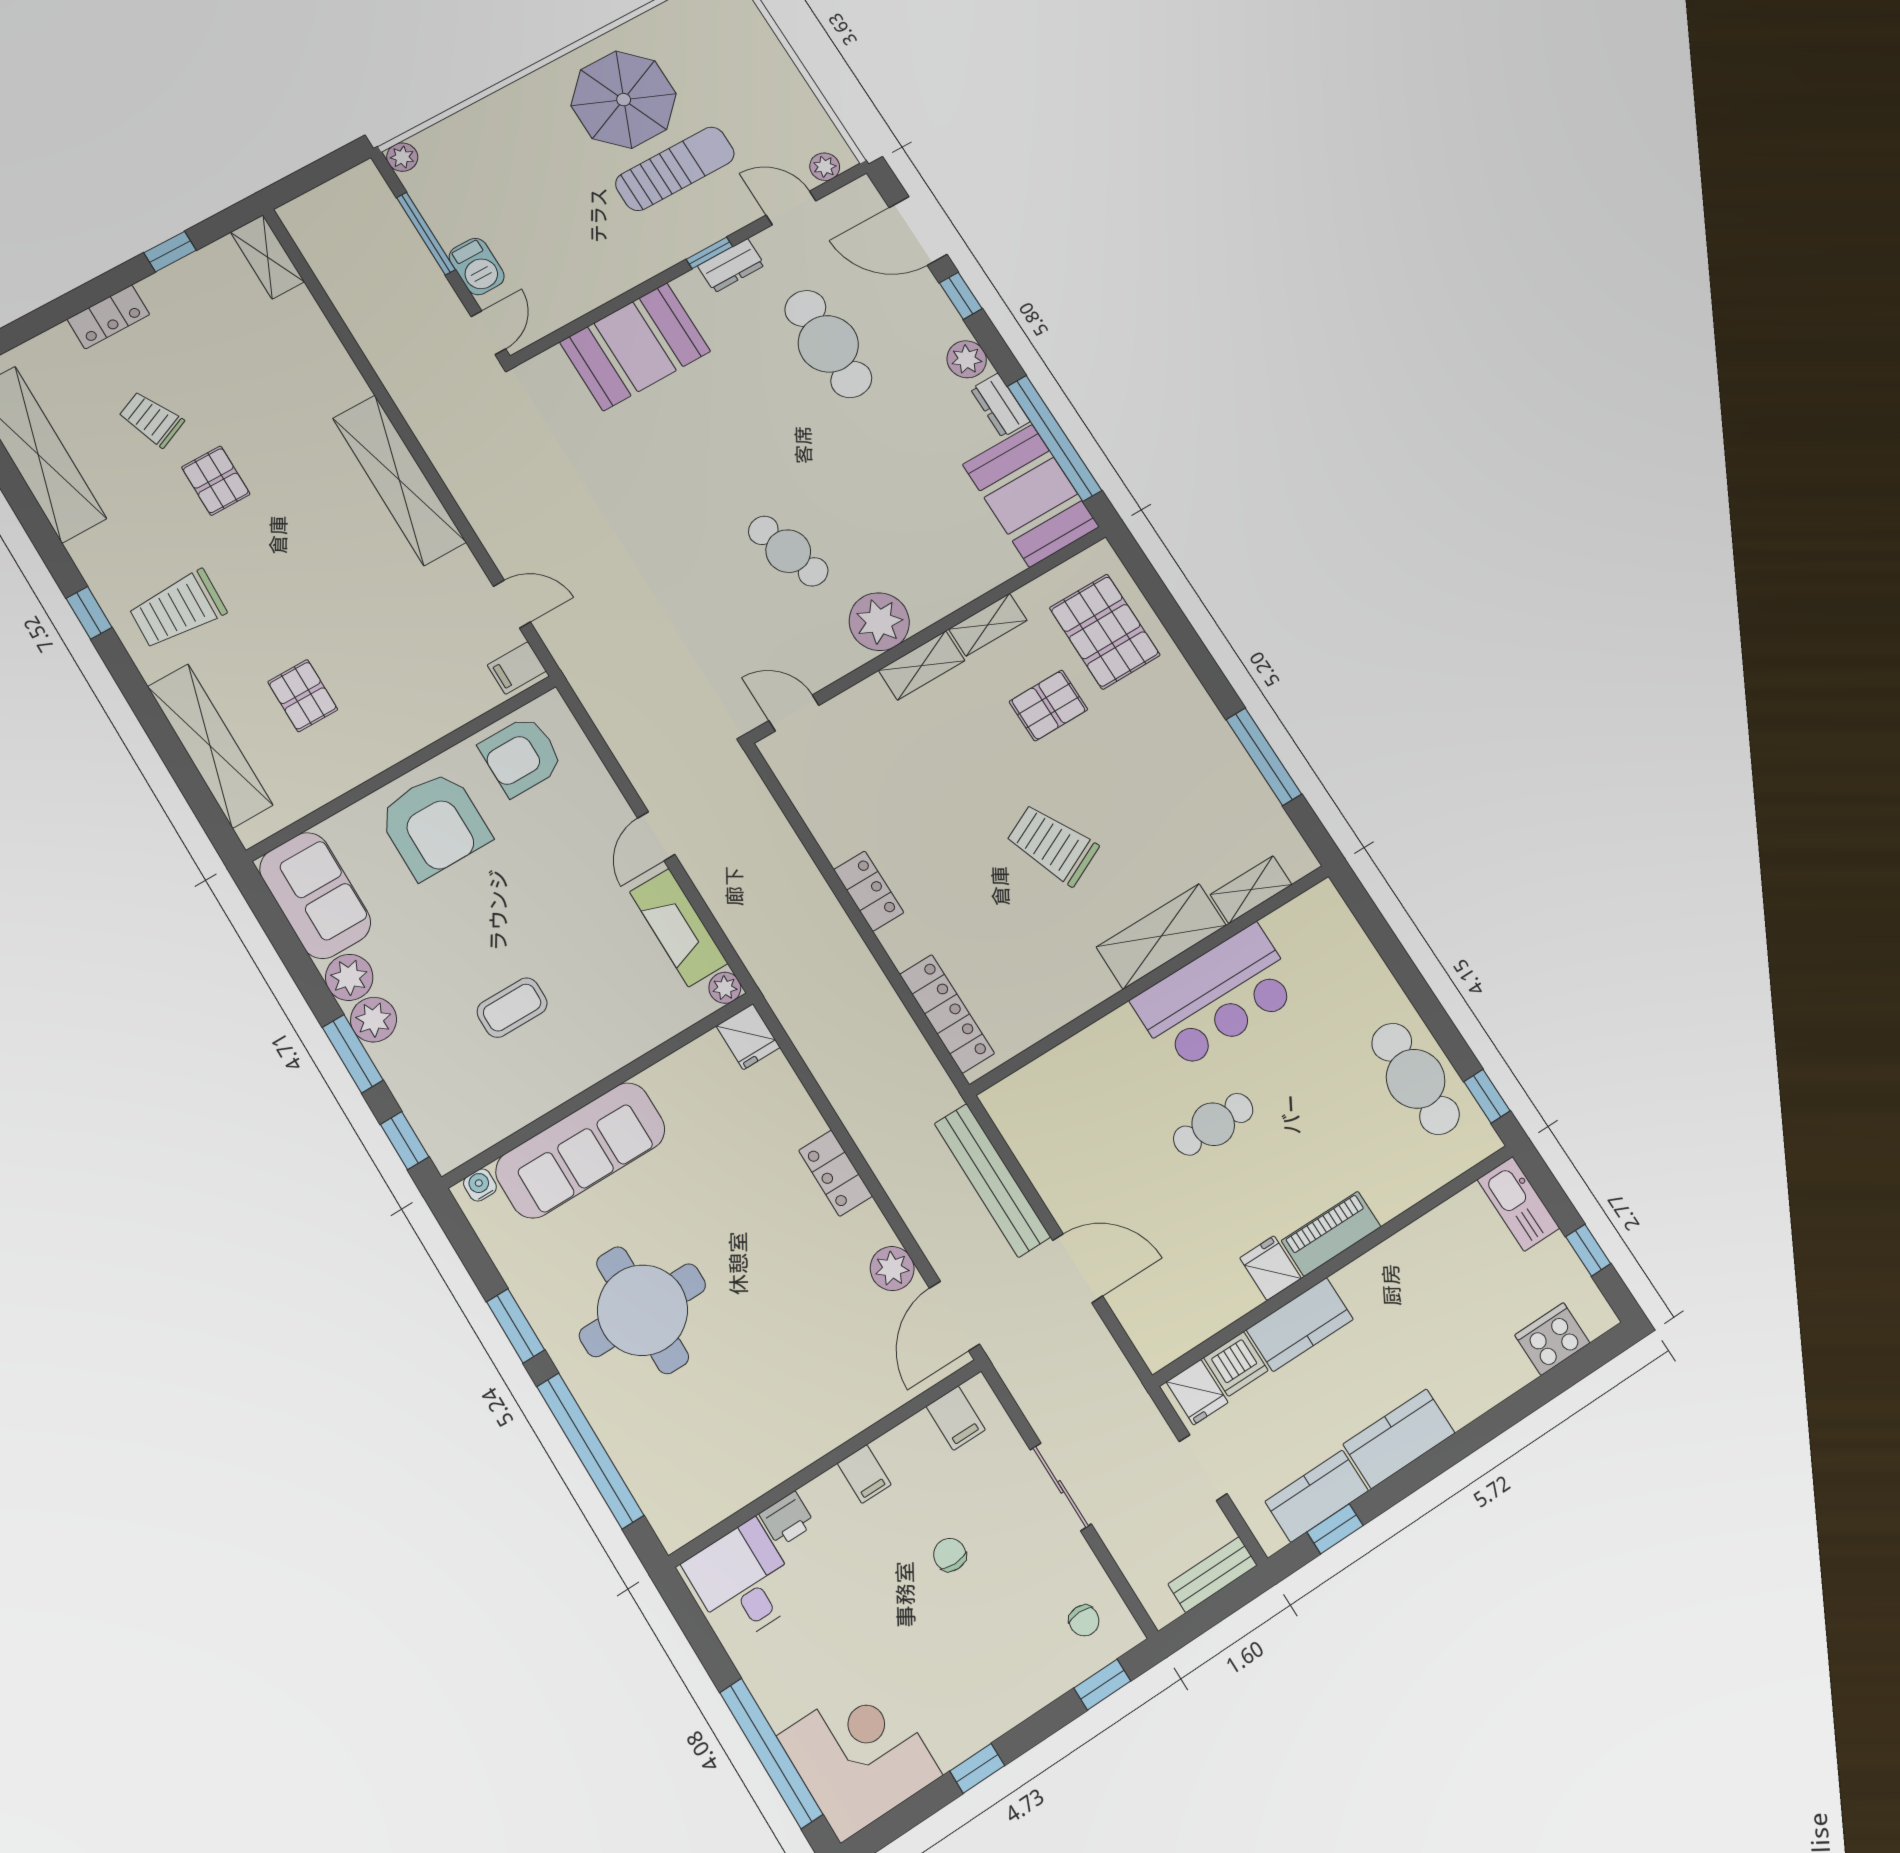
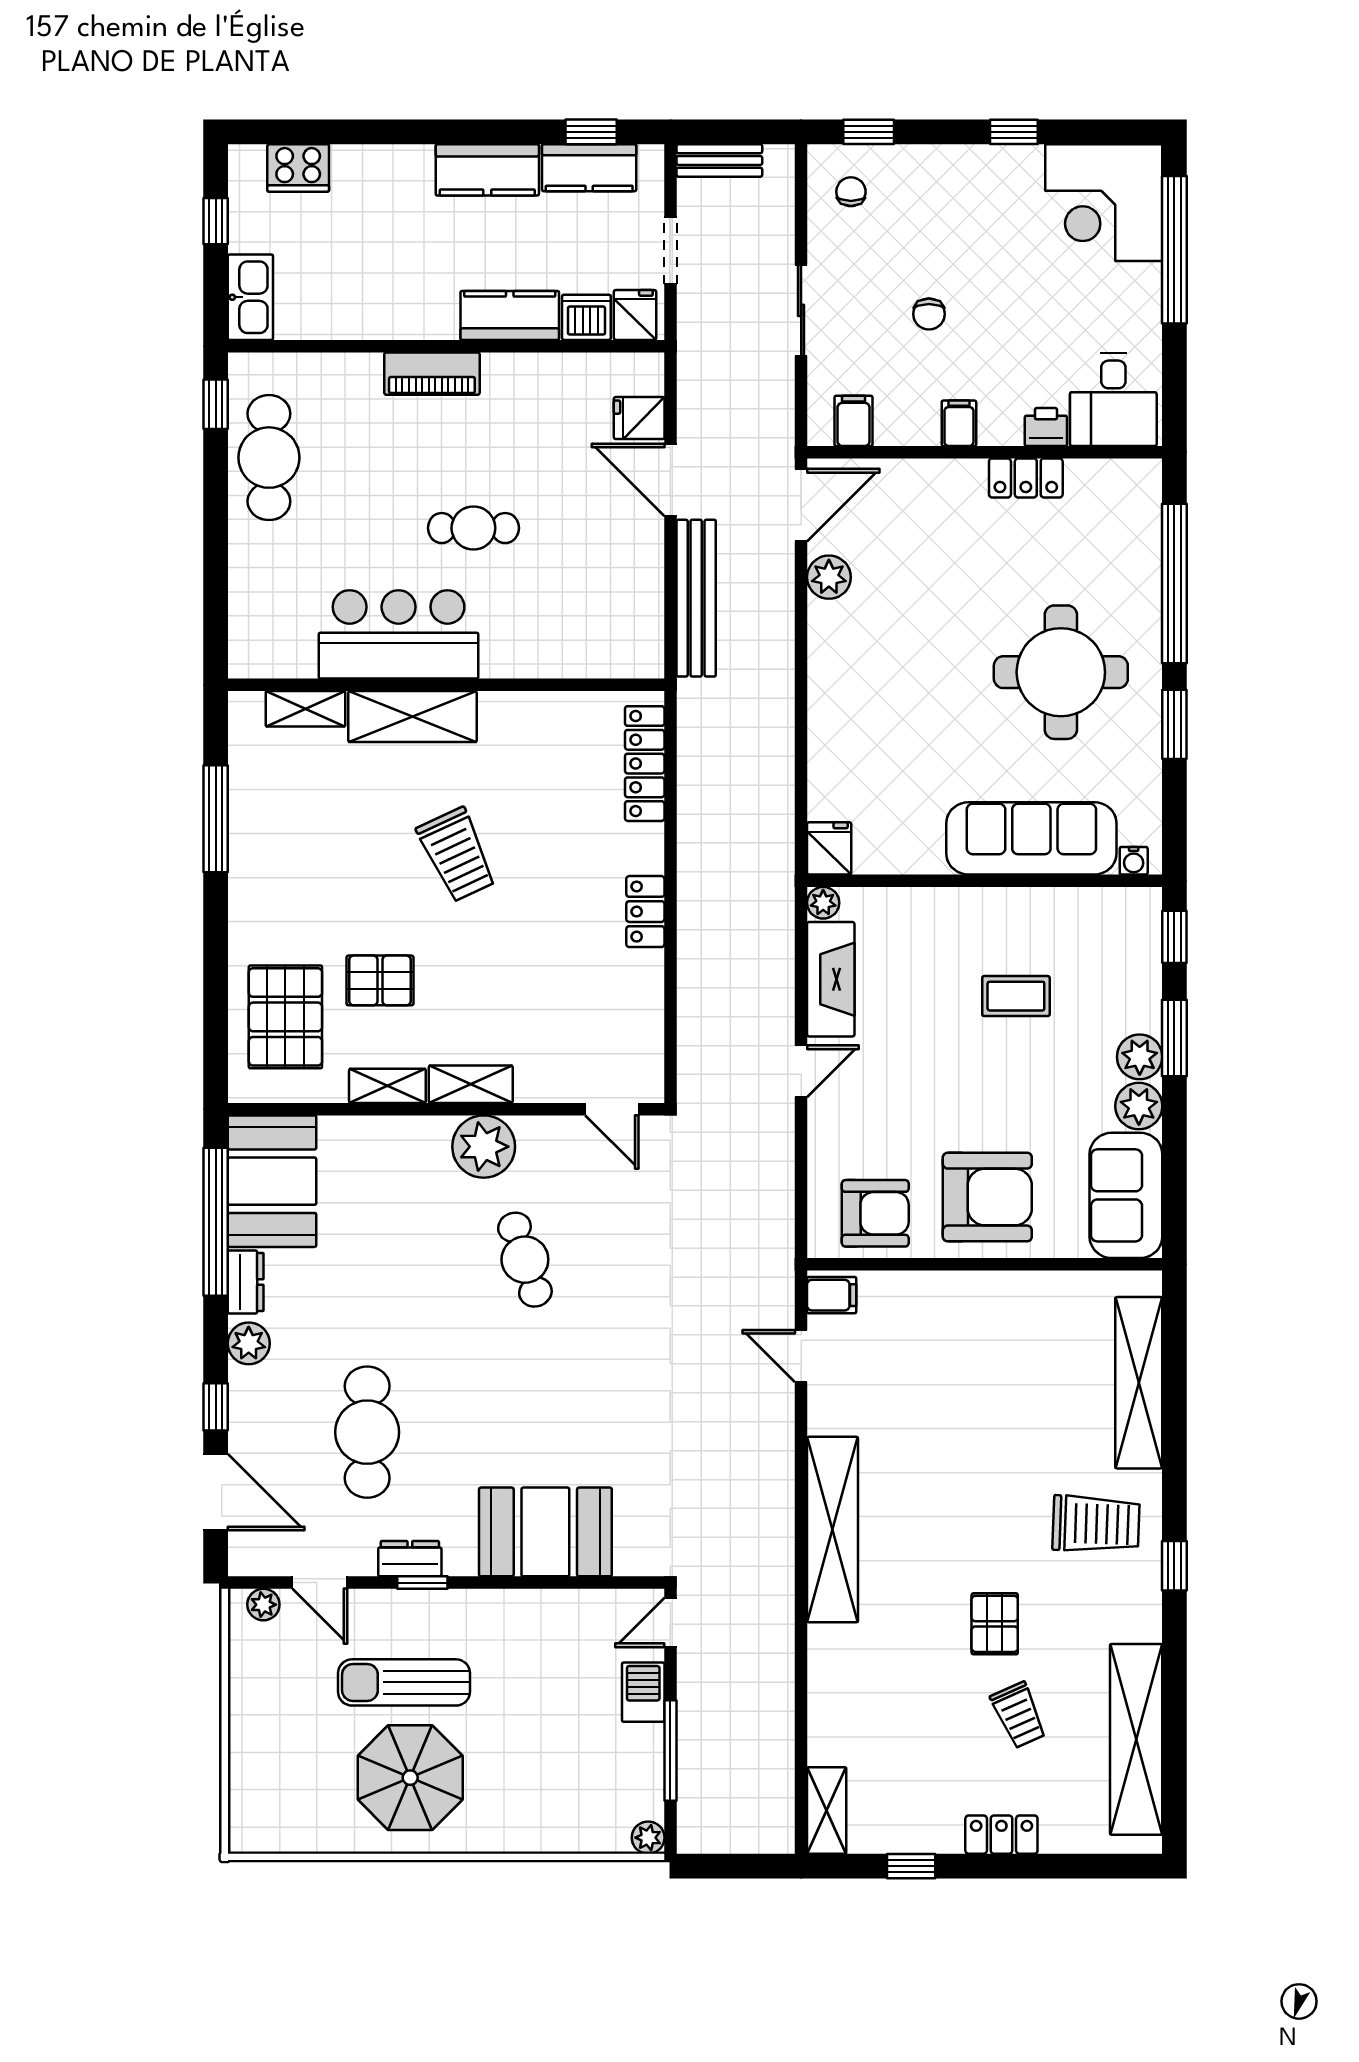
pallet: (303, 696) -> (1033, 1381), removed
armchair: (434, 825) -> (987, 1197), turned 90
locker: (836, 1173) -> (1026, 478), moved, turned 90
fridge: (1270, 1268) -> (639, 418), moved, turned 90

